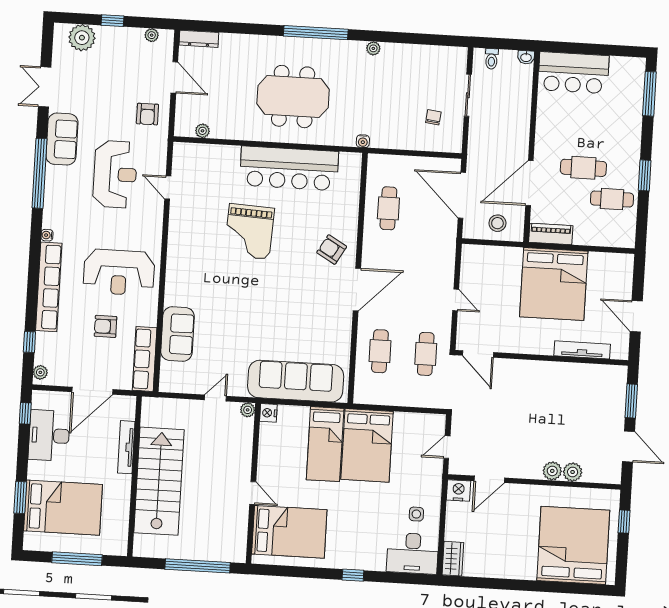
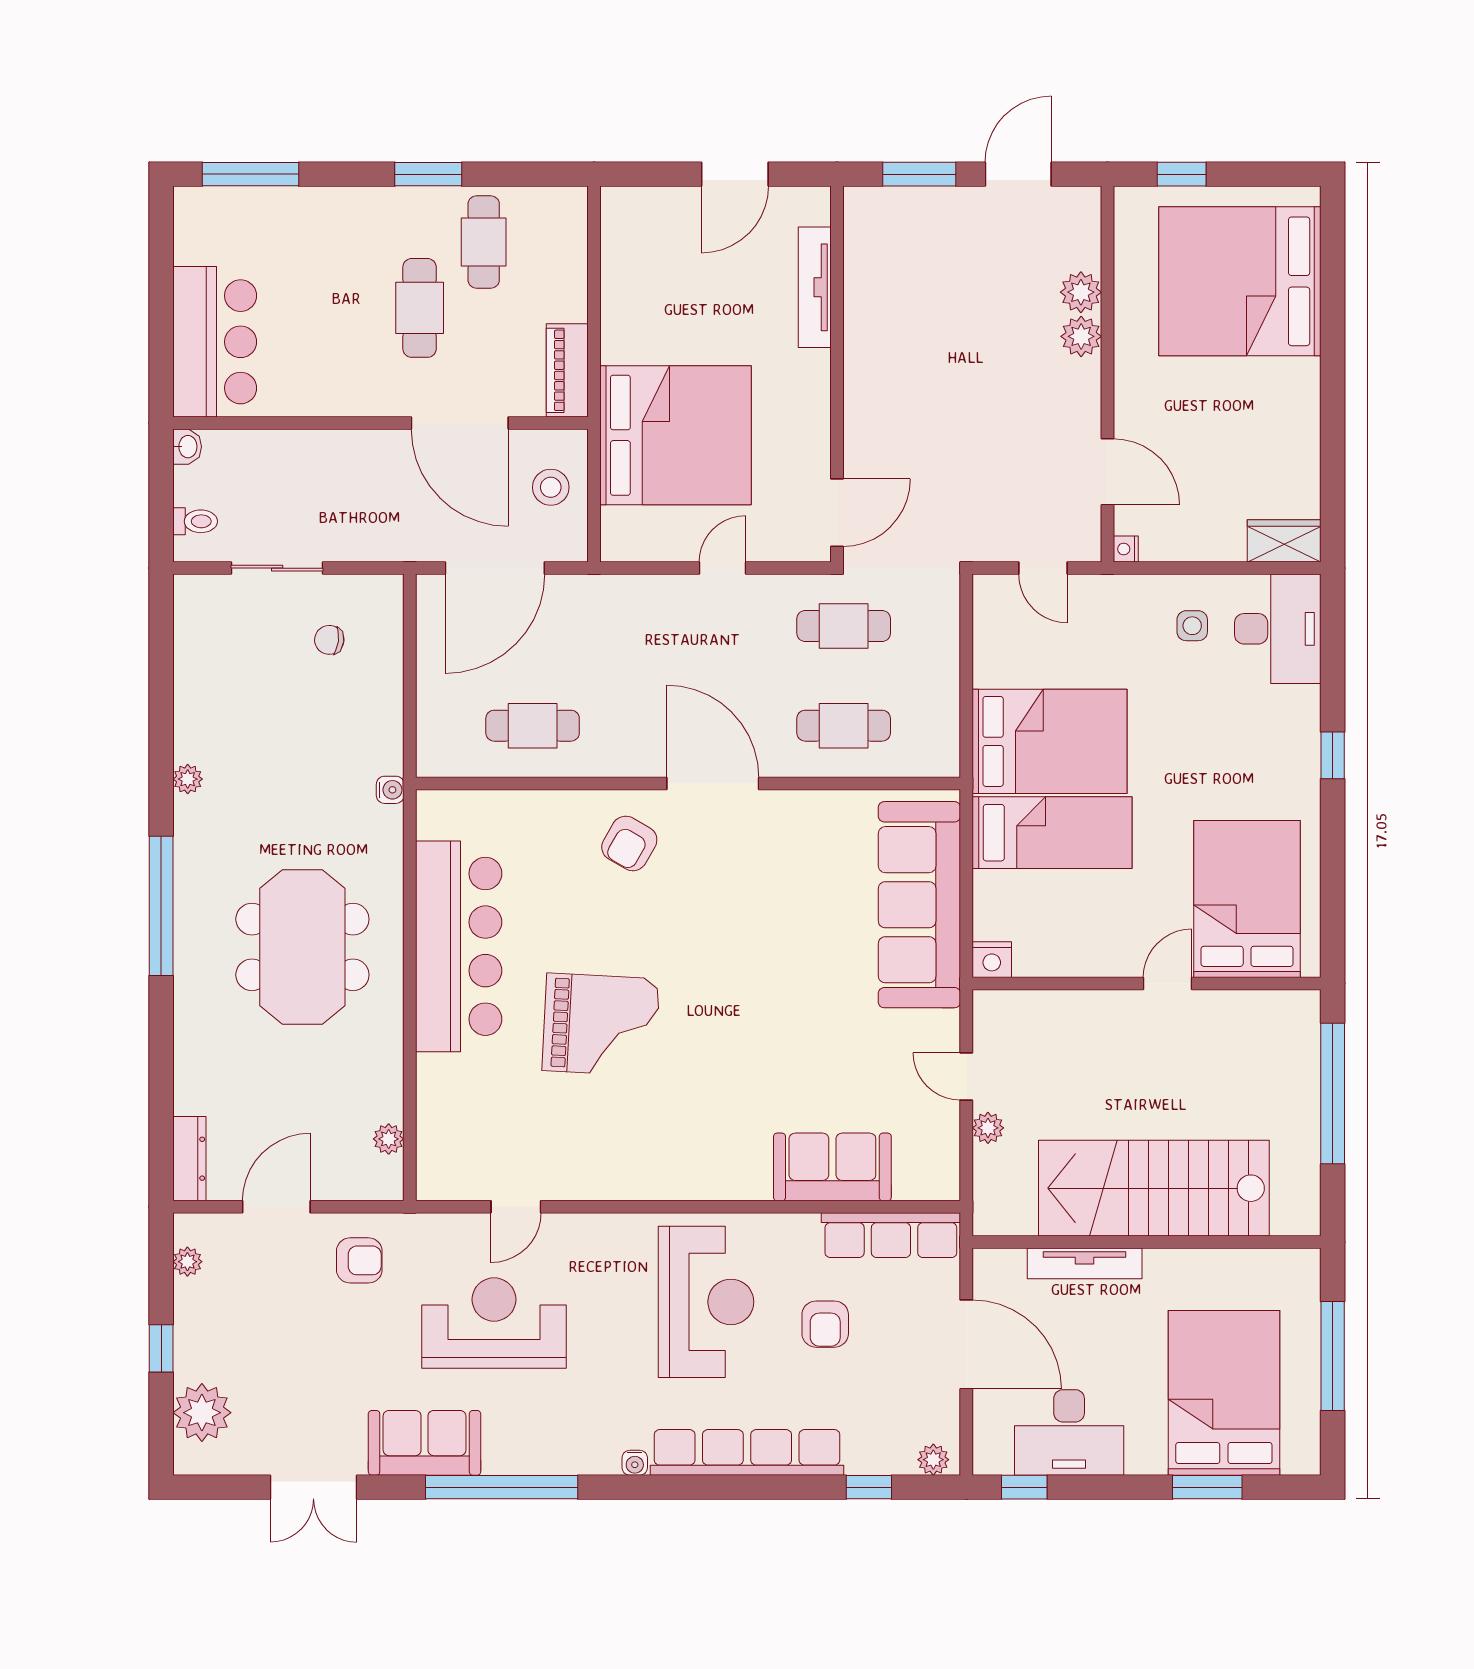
bed: (554, 284) -> (676, 435), moved
plant: (248, 410) -> (988, 1128), moved
nightstand: (459, 490) -> (1126, 549), width x0.53, depth x0.56

